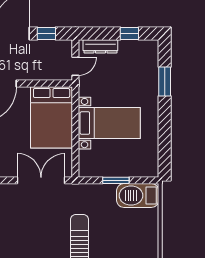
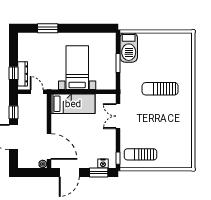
window: (129, 34) -> (13, 73), moved
bed: (52, 117) -> (73, 104), width x0.67
double door: (41, 180) -> (118, 116), width x0.73

